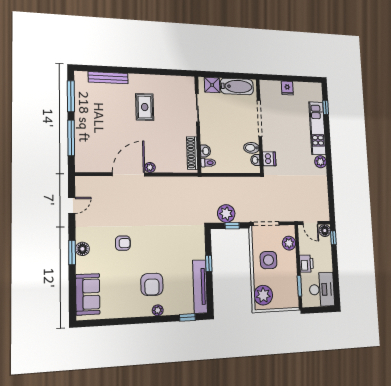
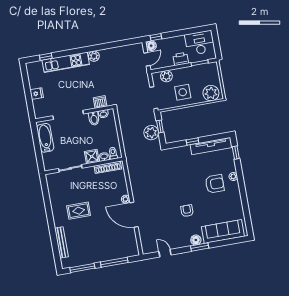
shower: (212, 85) -> (92, 157), moved
sofa: (88, 294) -> (223, 232), width x1.36

